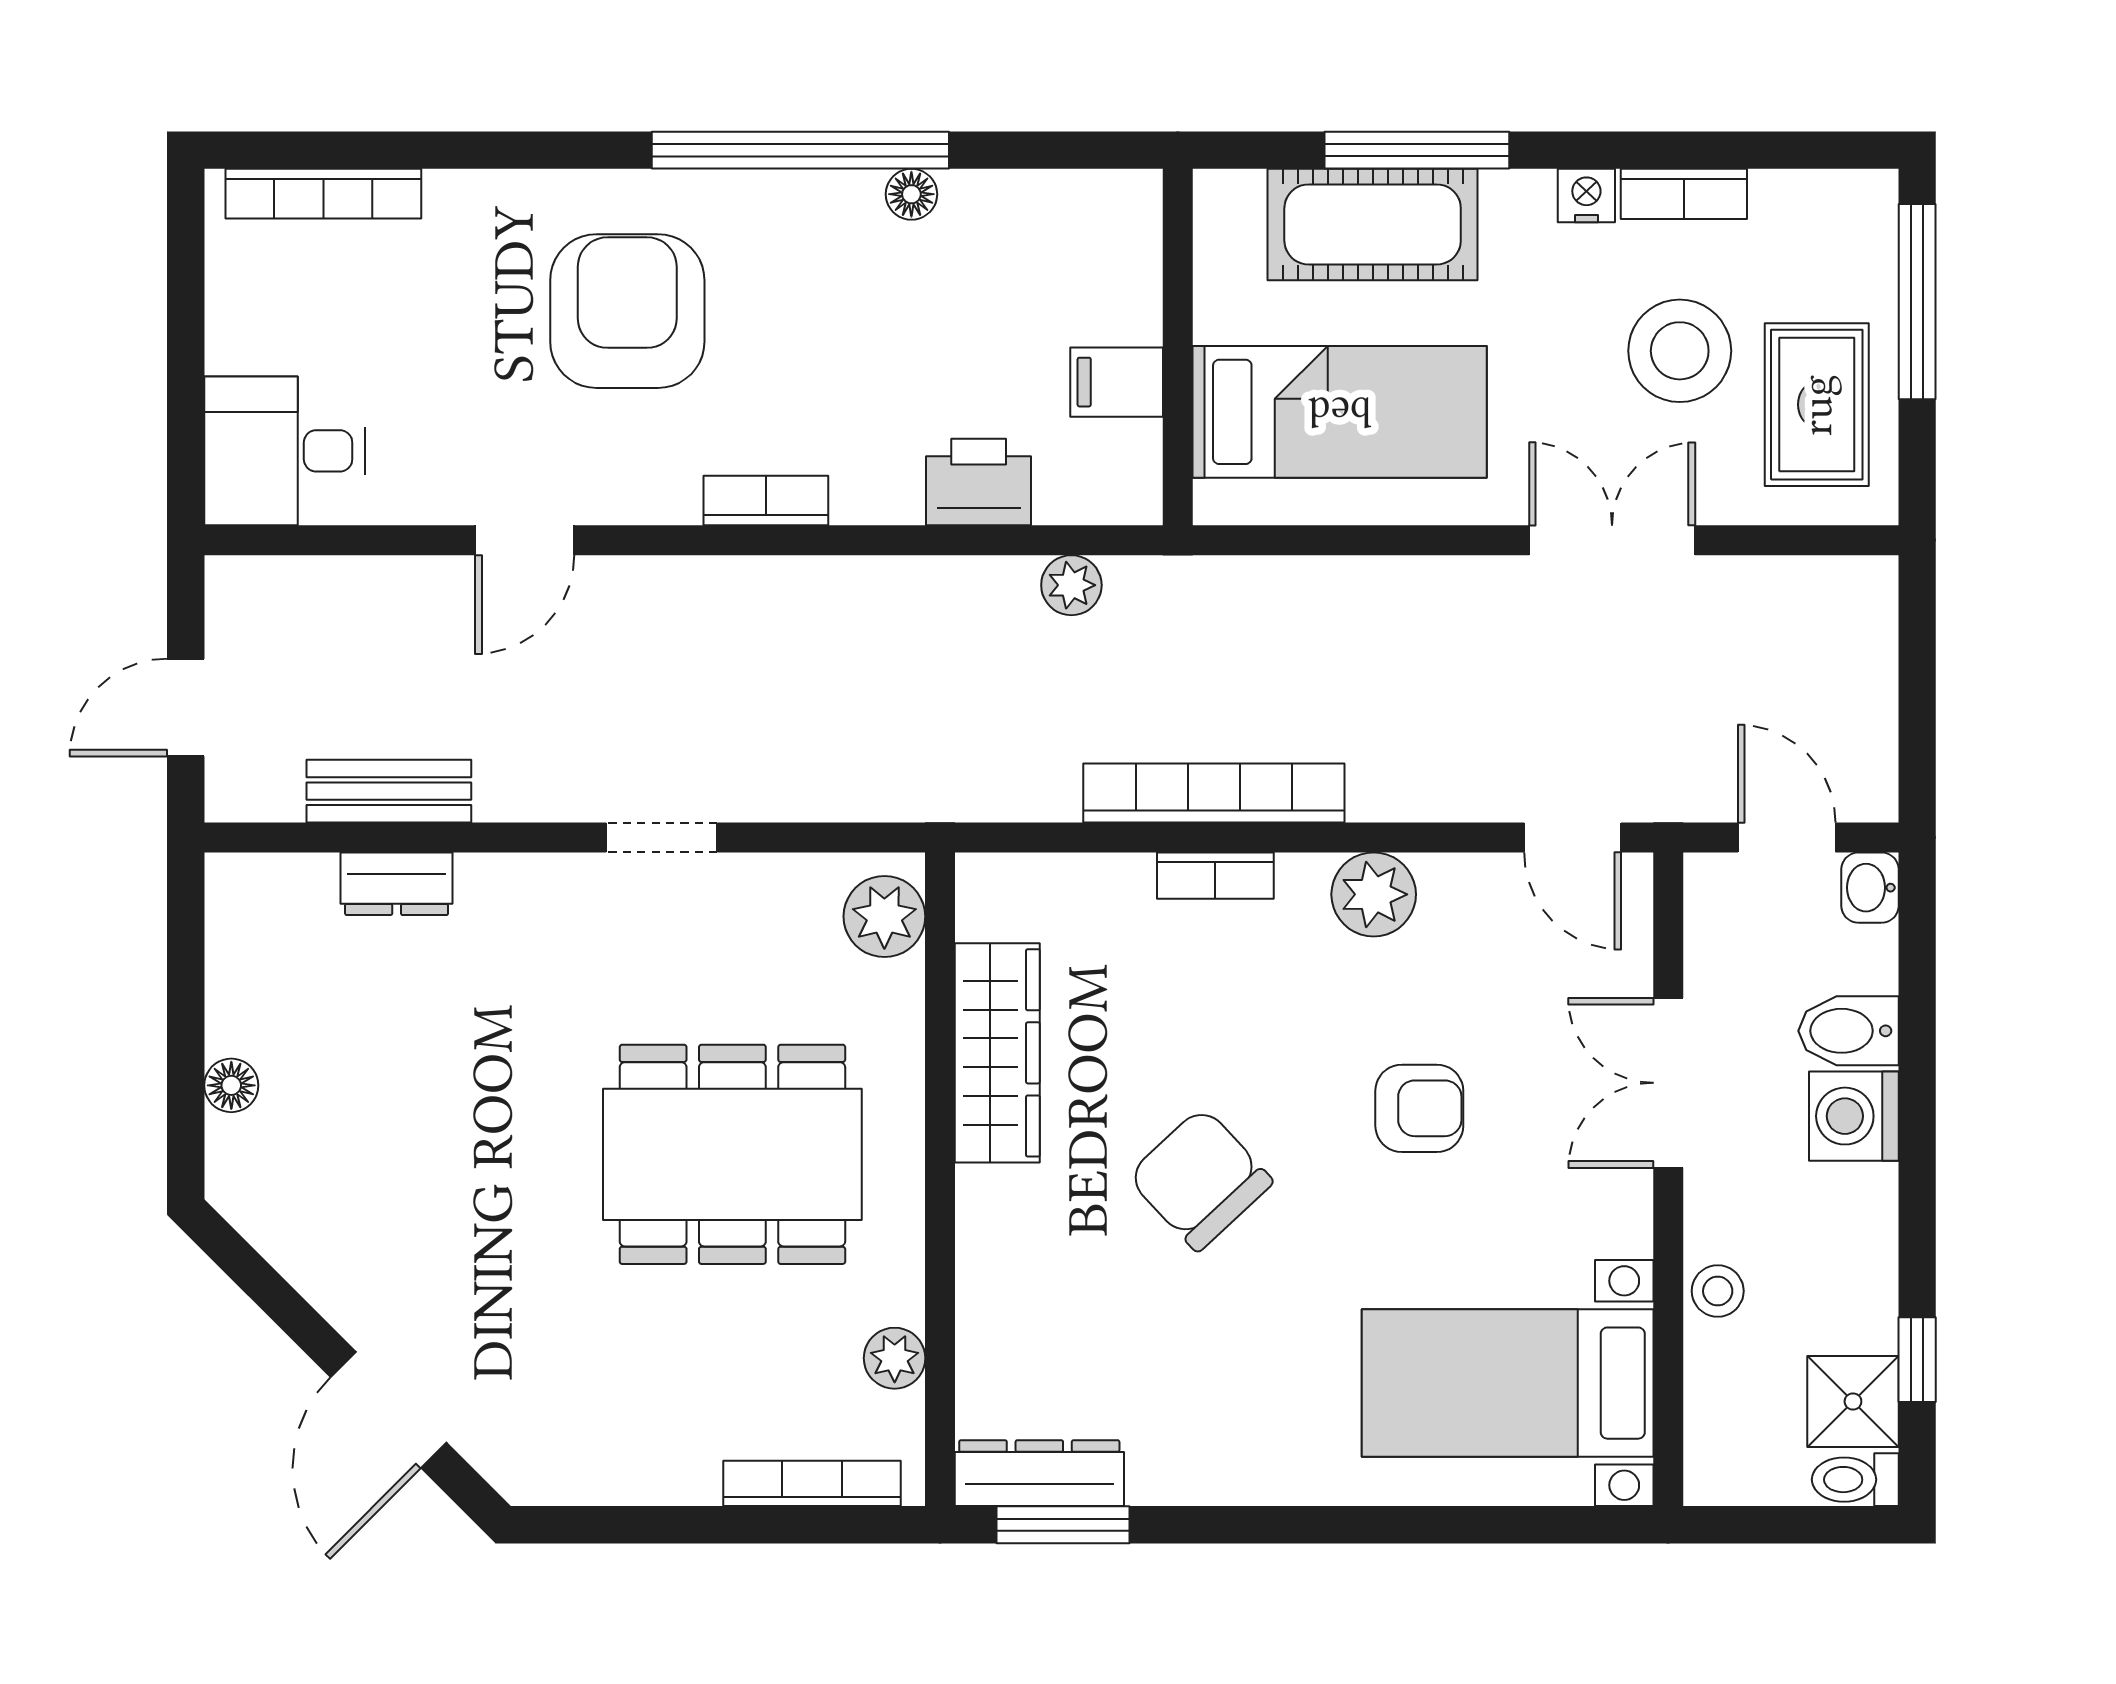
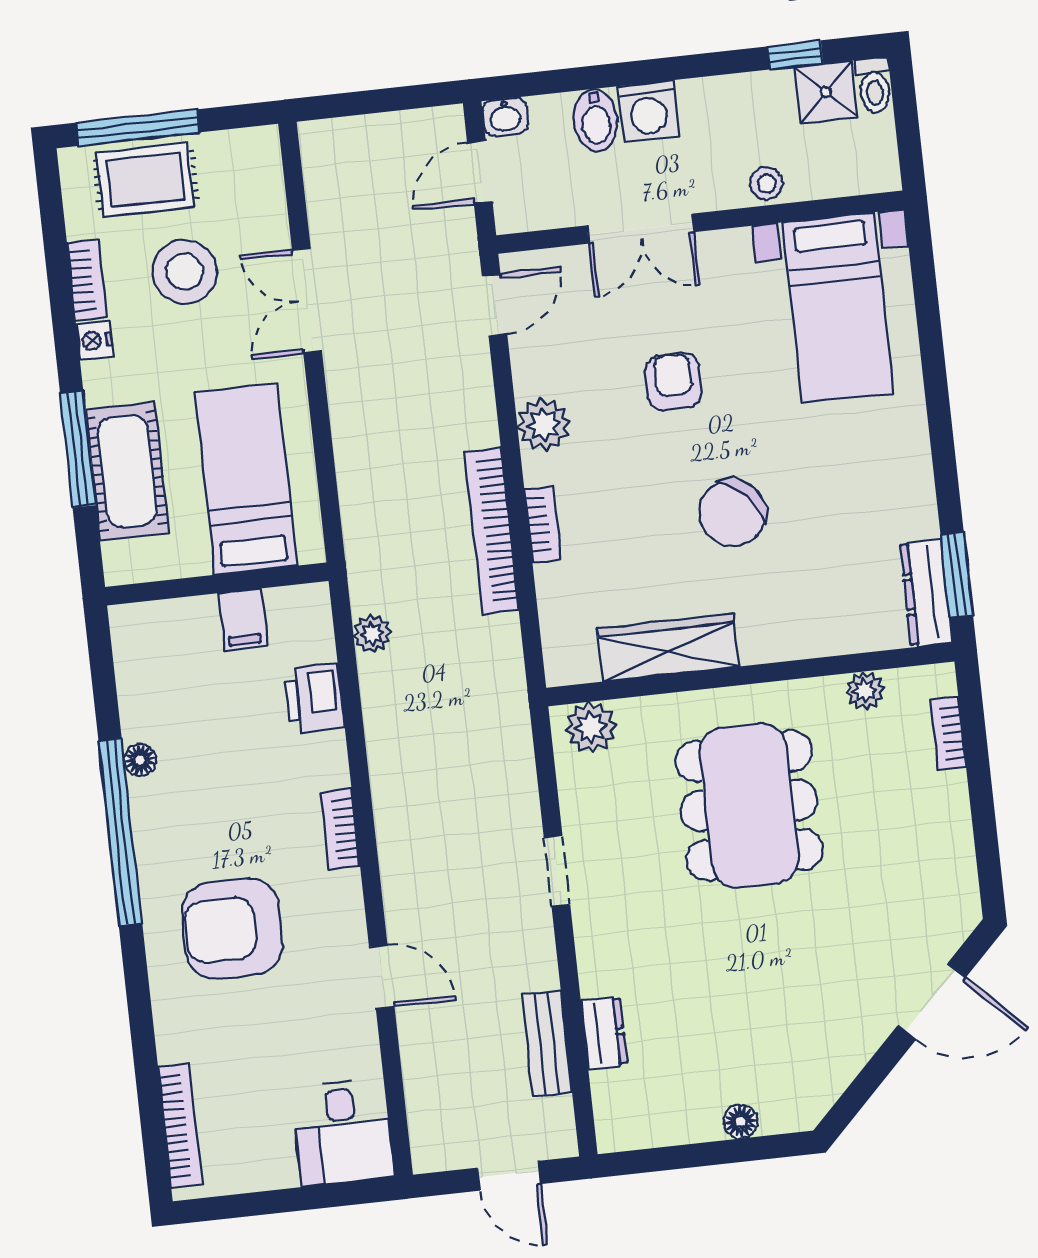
rug: (1817, 405) -> (146, 180), moved
bookcase: (812, 1483) -> (948, 733), width x0.64

